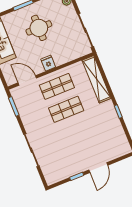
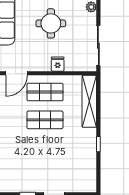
fridge: (48, 63) -> (58, 64), moved
door: (27, 80) -> (17, 73), swing flipped

